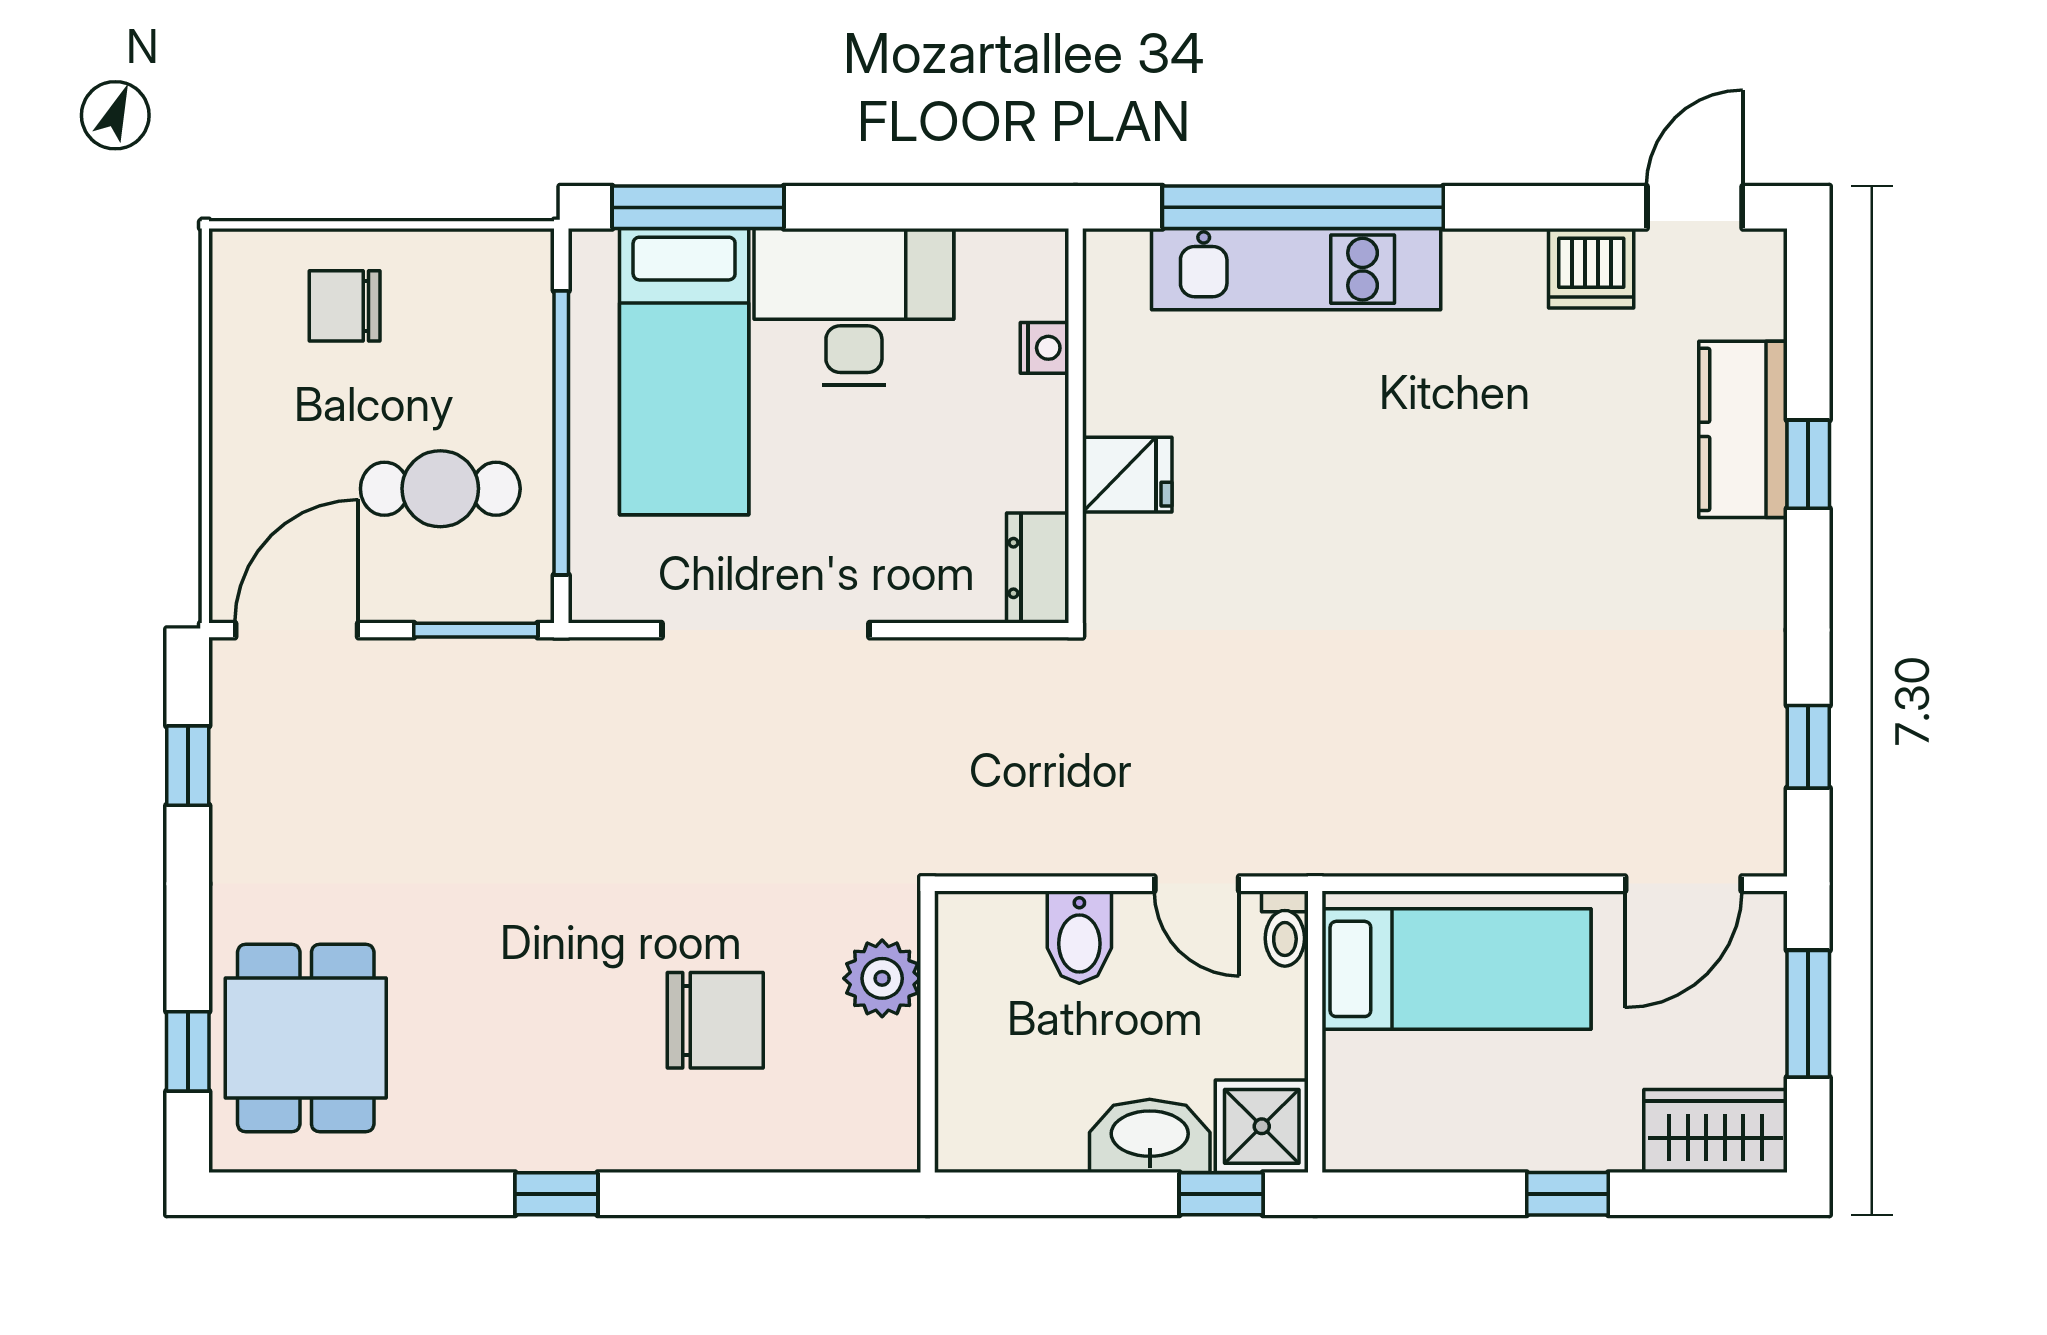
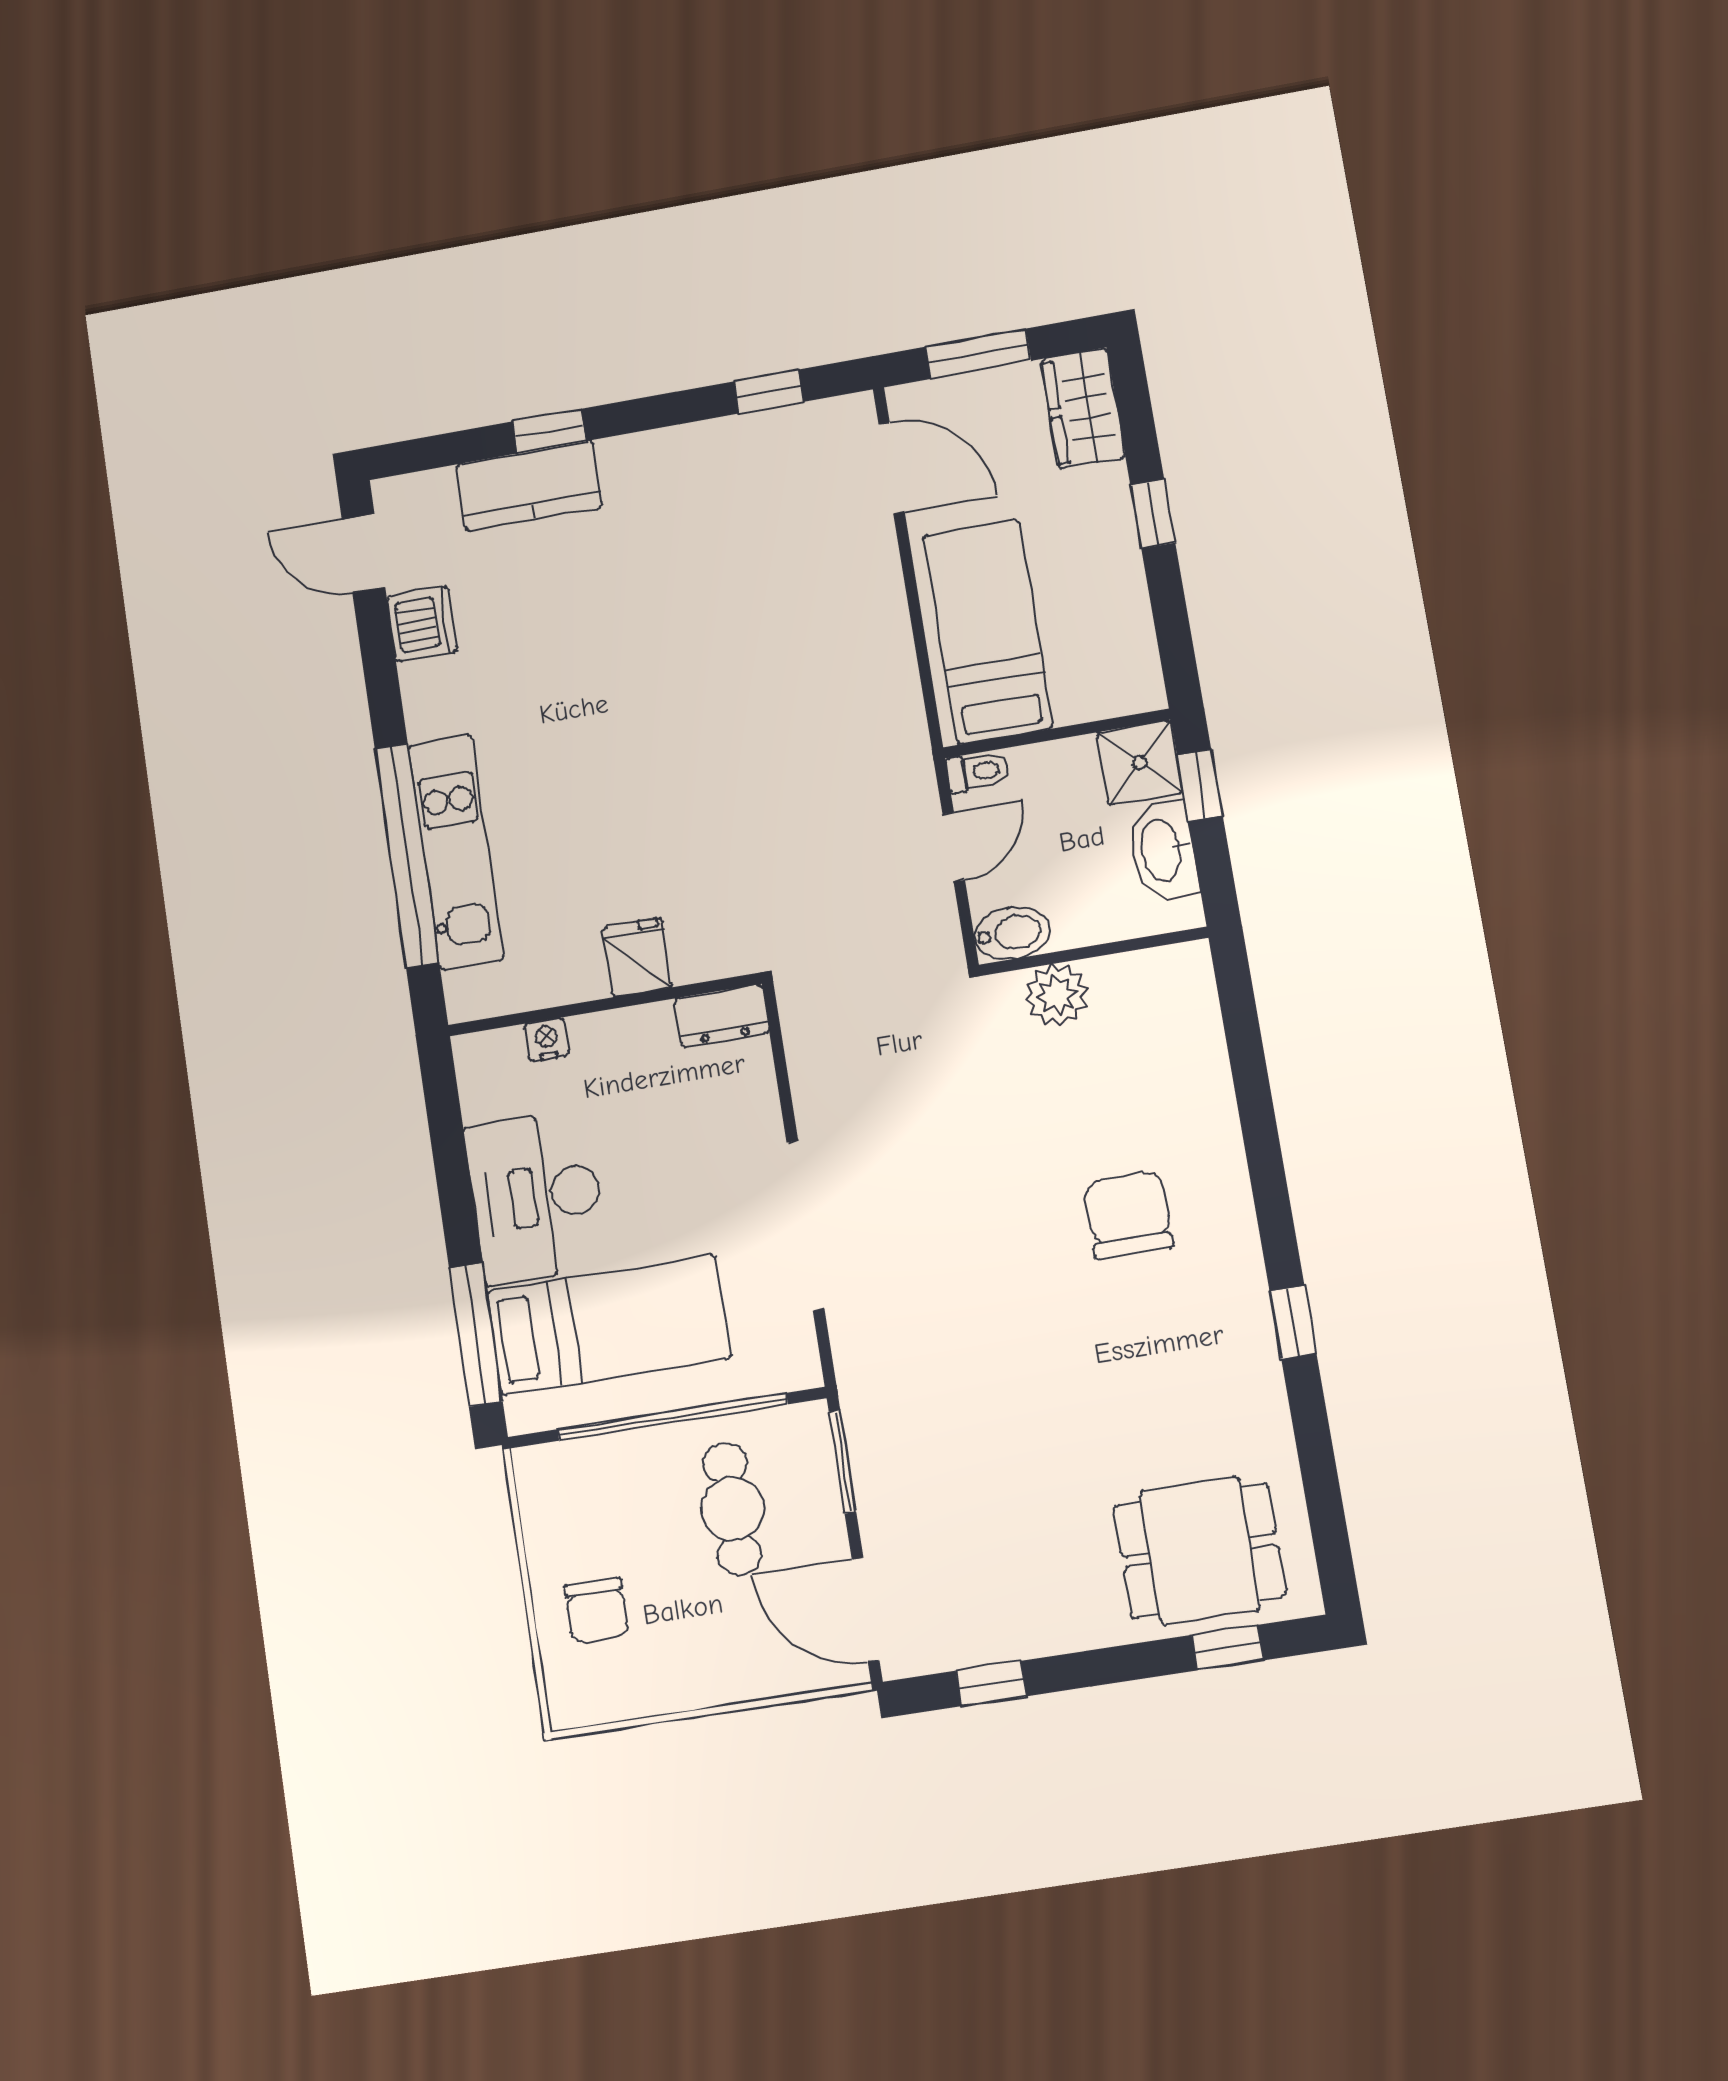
plant: (882, 978) -> (1056, 995), moved
wall: (928, 1032) -> (1093, 951), moved

